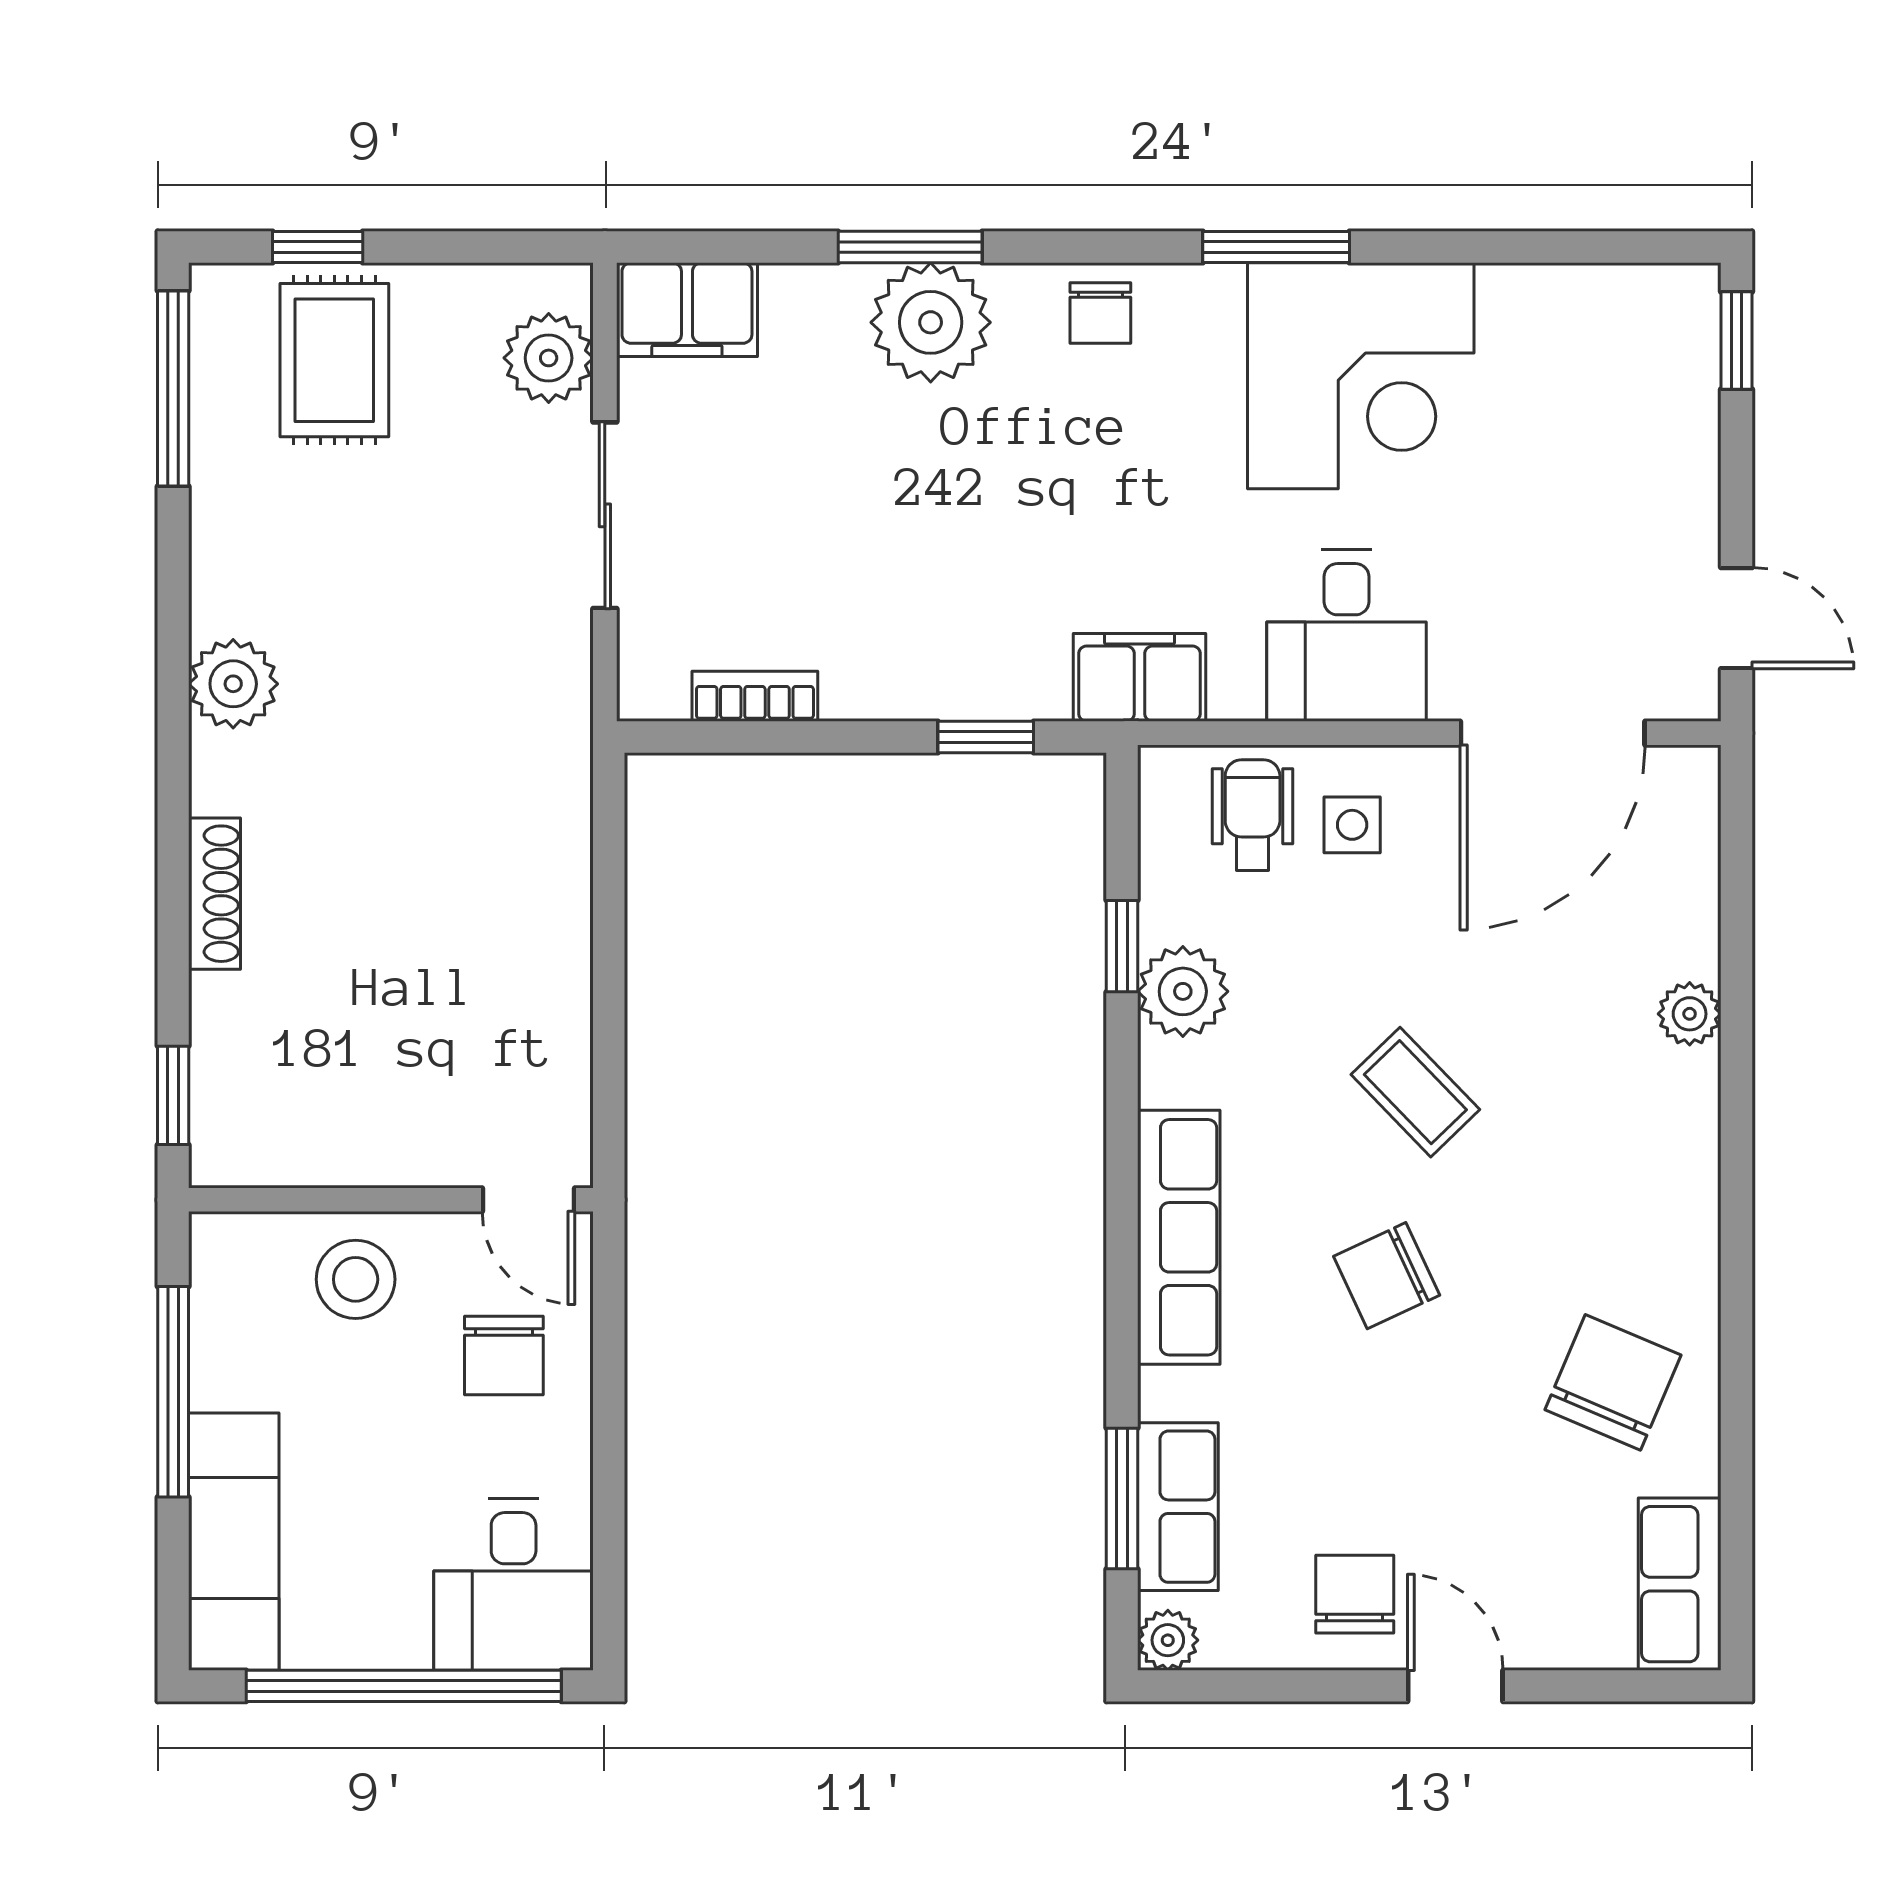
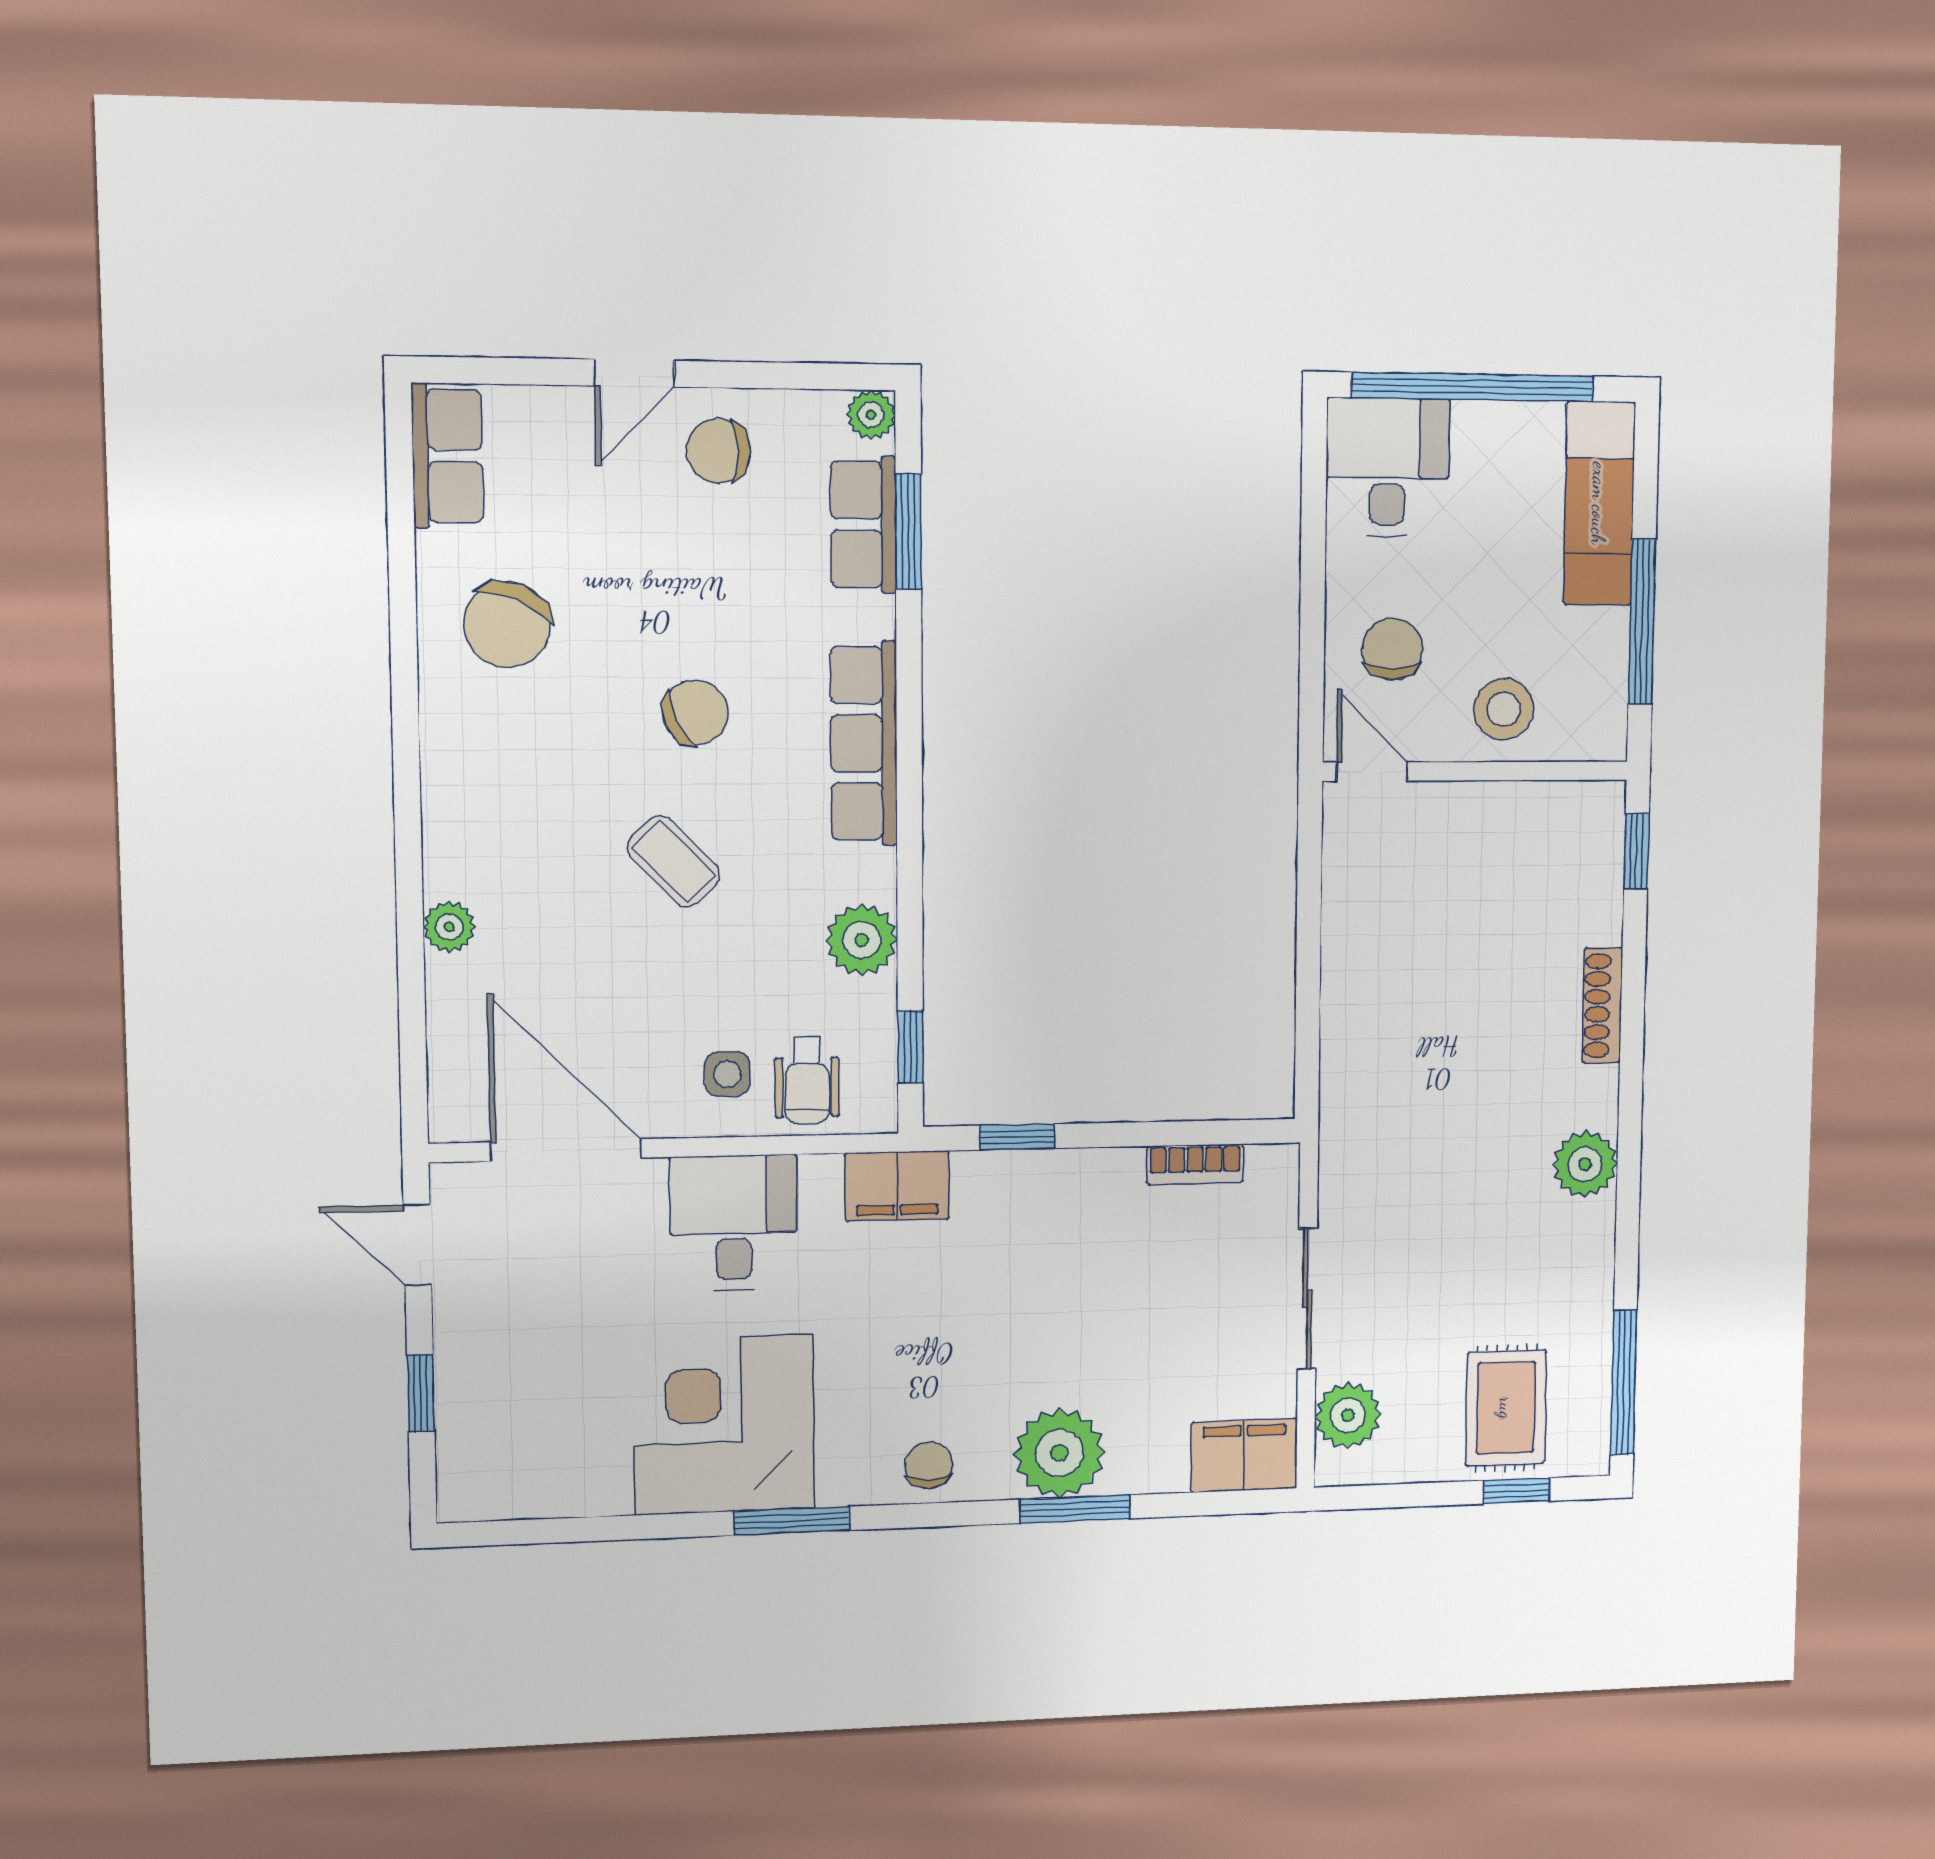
window: (1736, 340) -> (421, 1393), moved
door: (1553, 733) -> (566, 1150), hinge flipped
window: (1122, 946) -> (910, 1047), moved
chair: (1355, 1594) -> (718, 451), turned 90
door: (1455, 1686) -> (634, 373), hinge flipped

